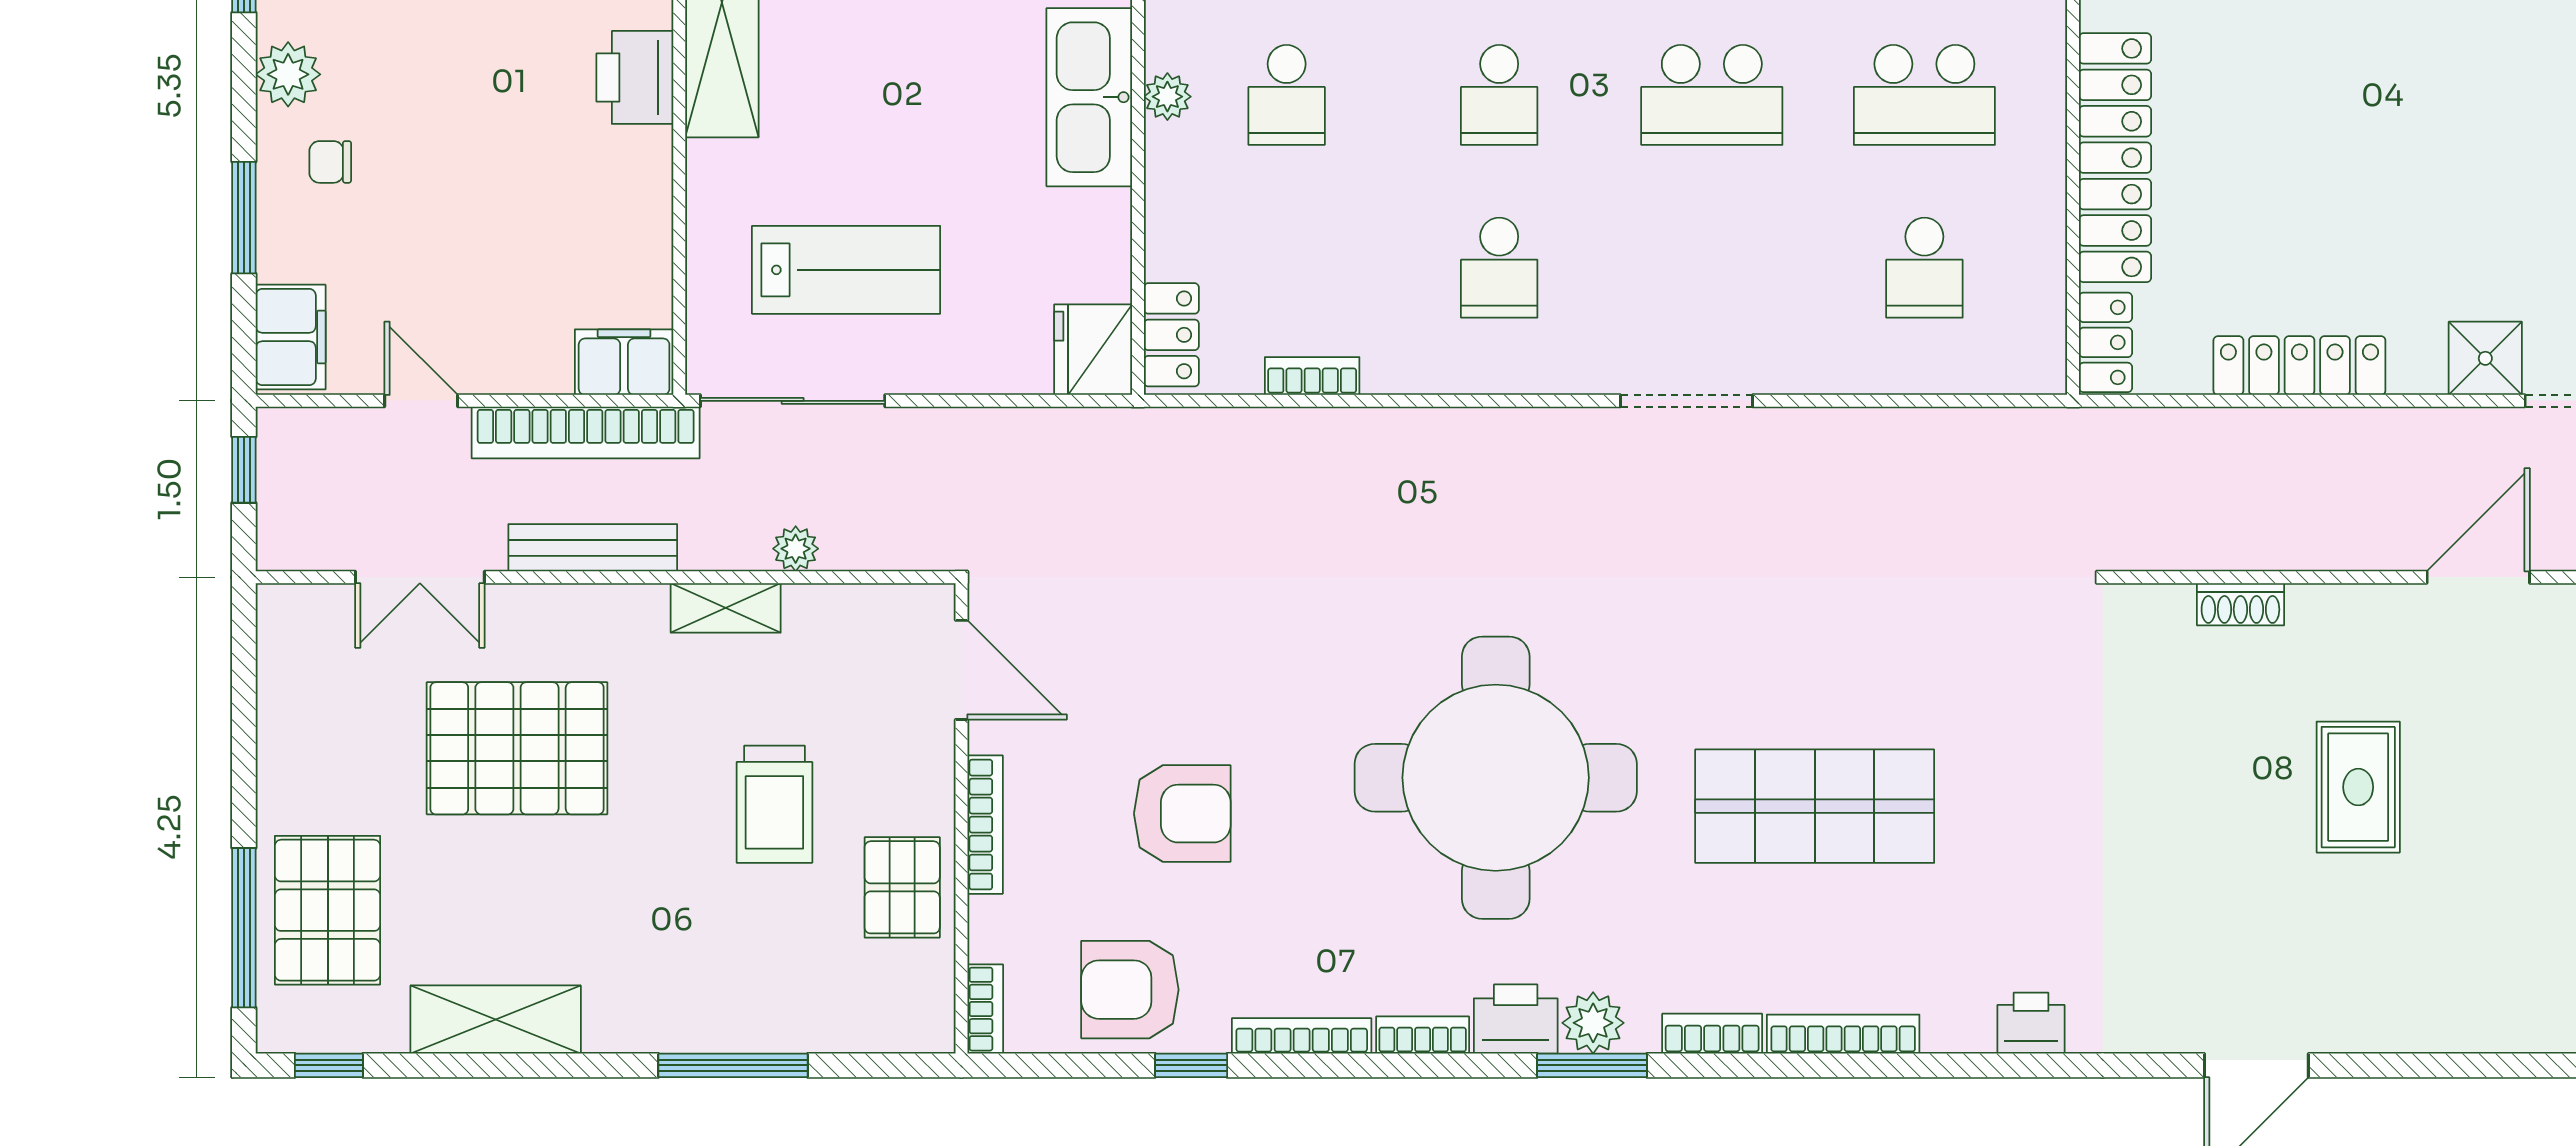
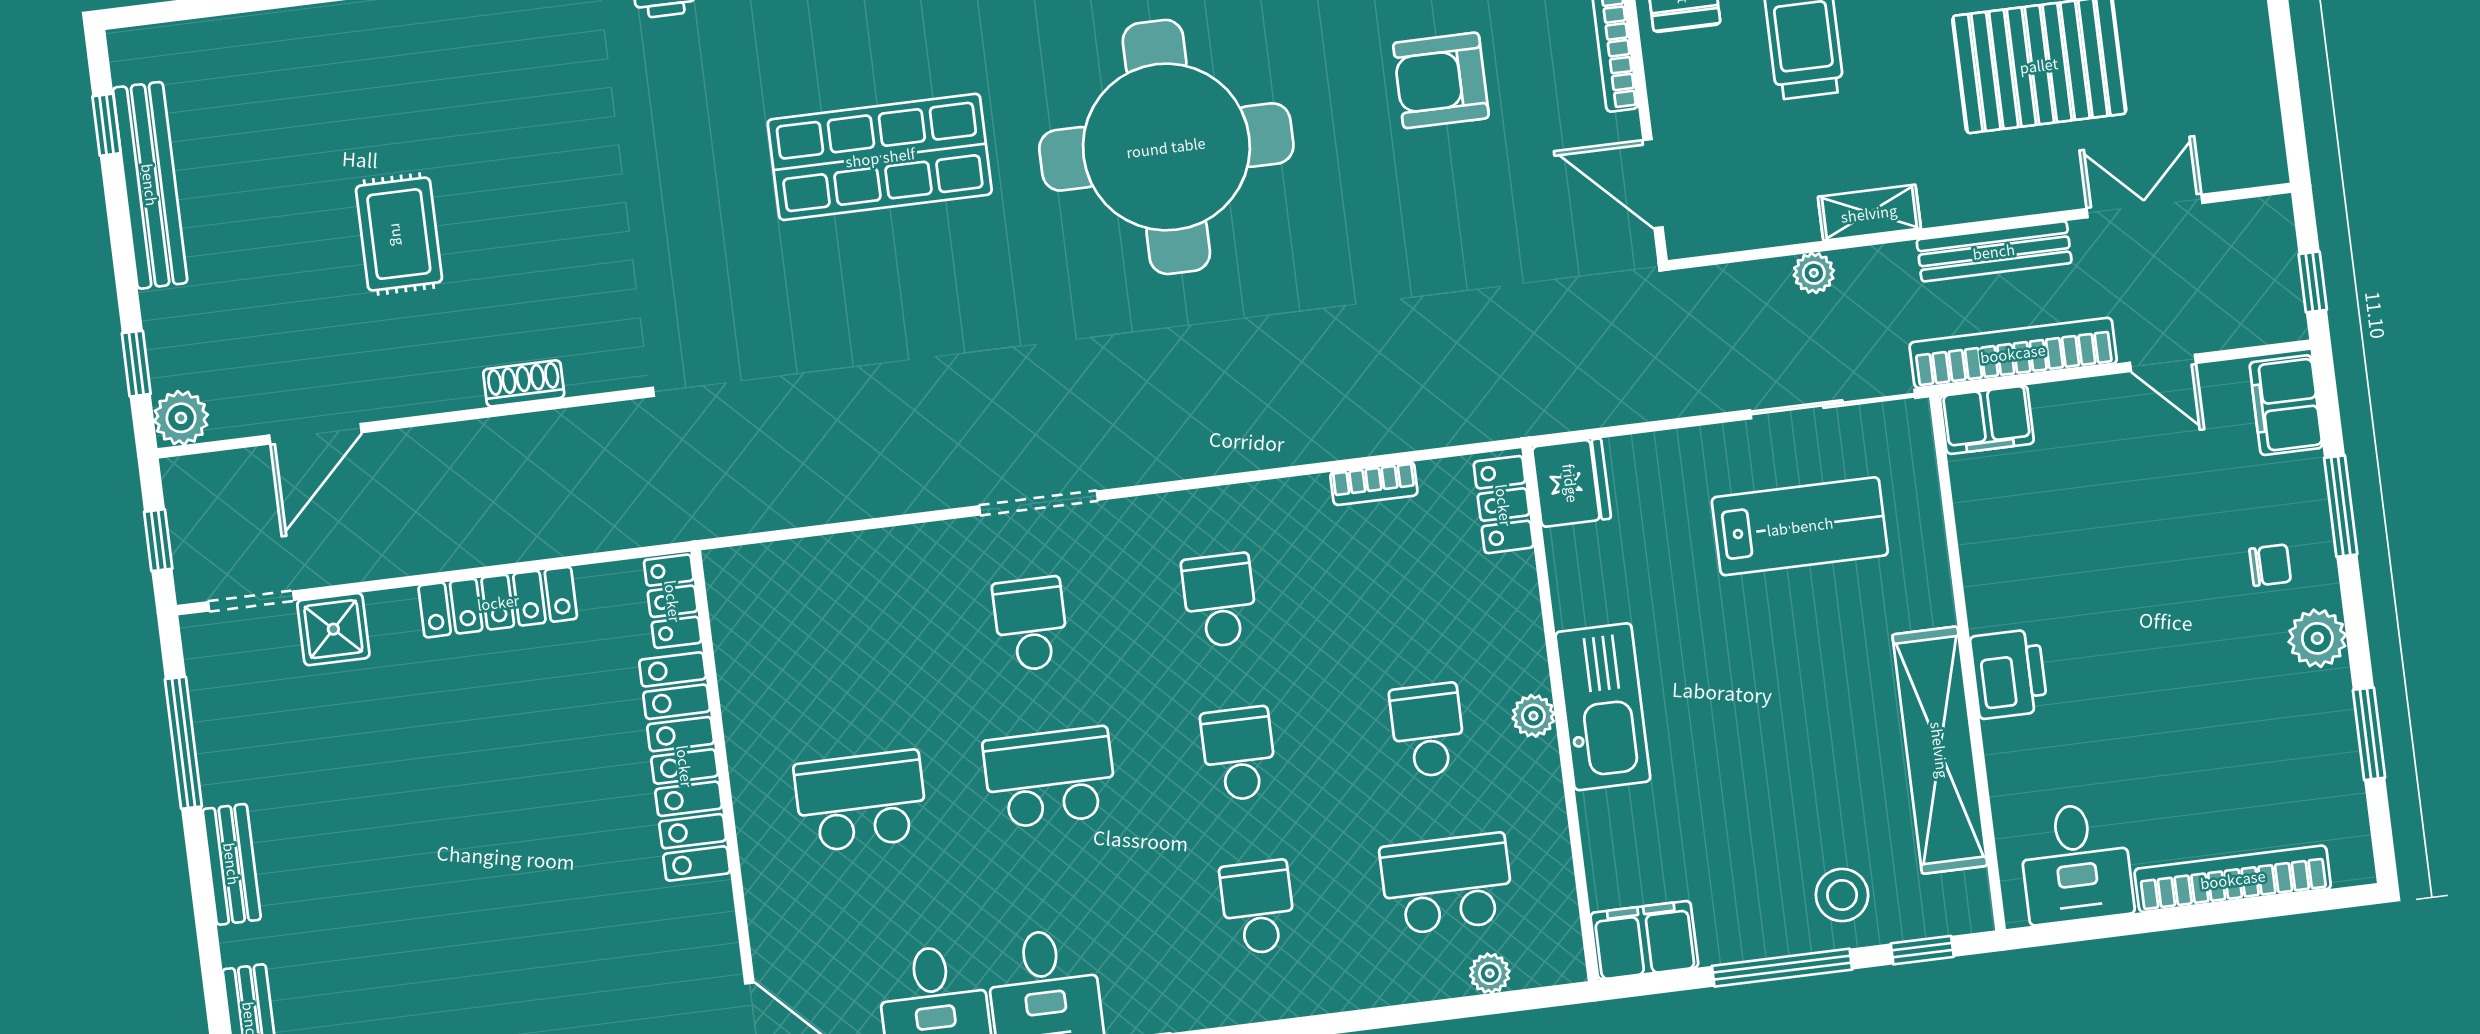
school desk: (1924, 268) -> (1031, 624), moved
lab bench: (846, 270) -> (1800, 526), turned 180

